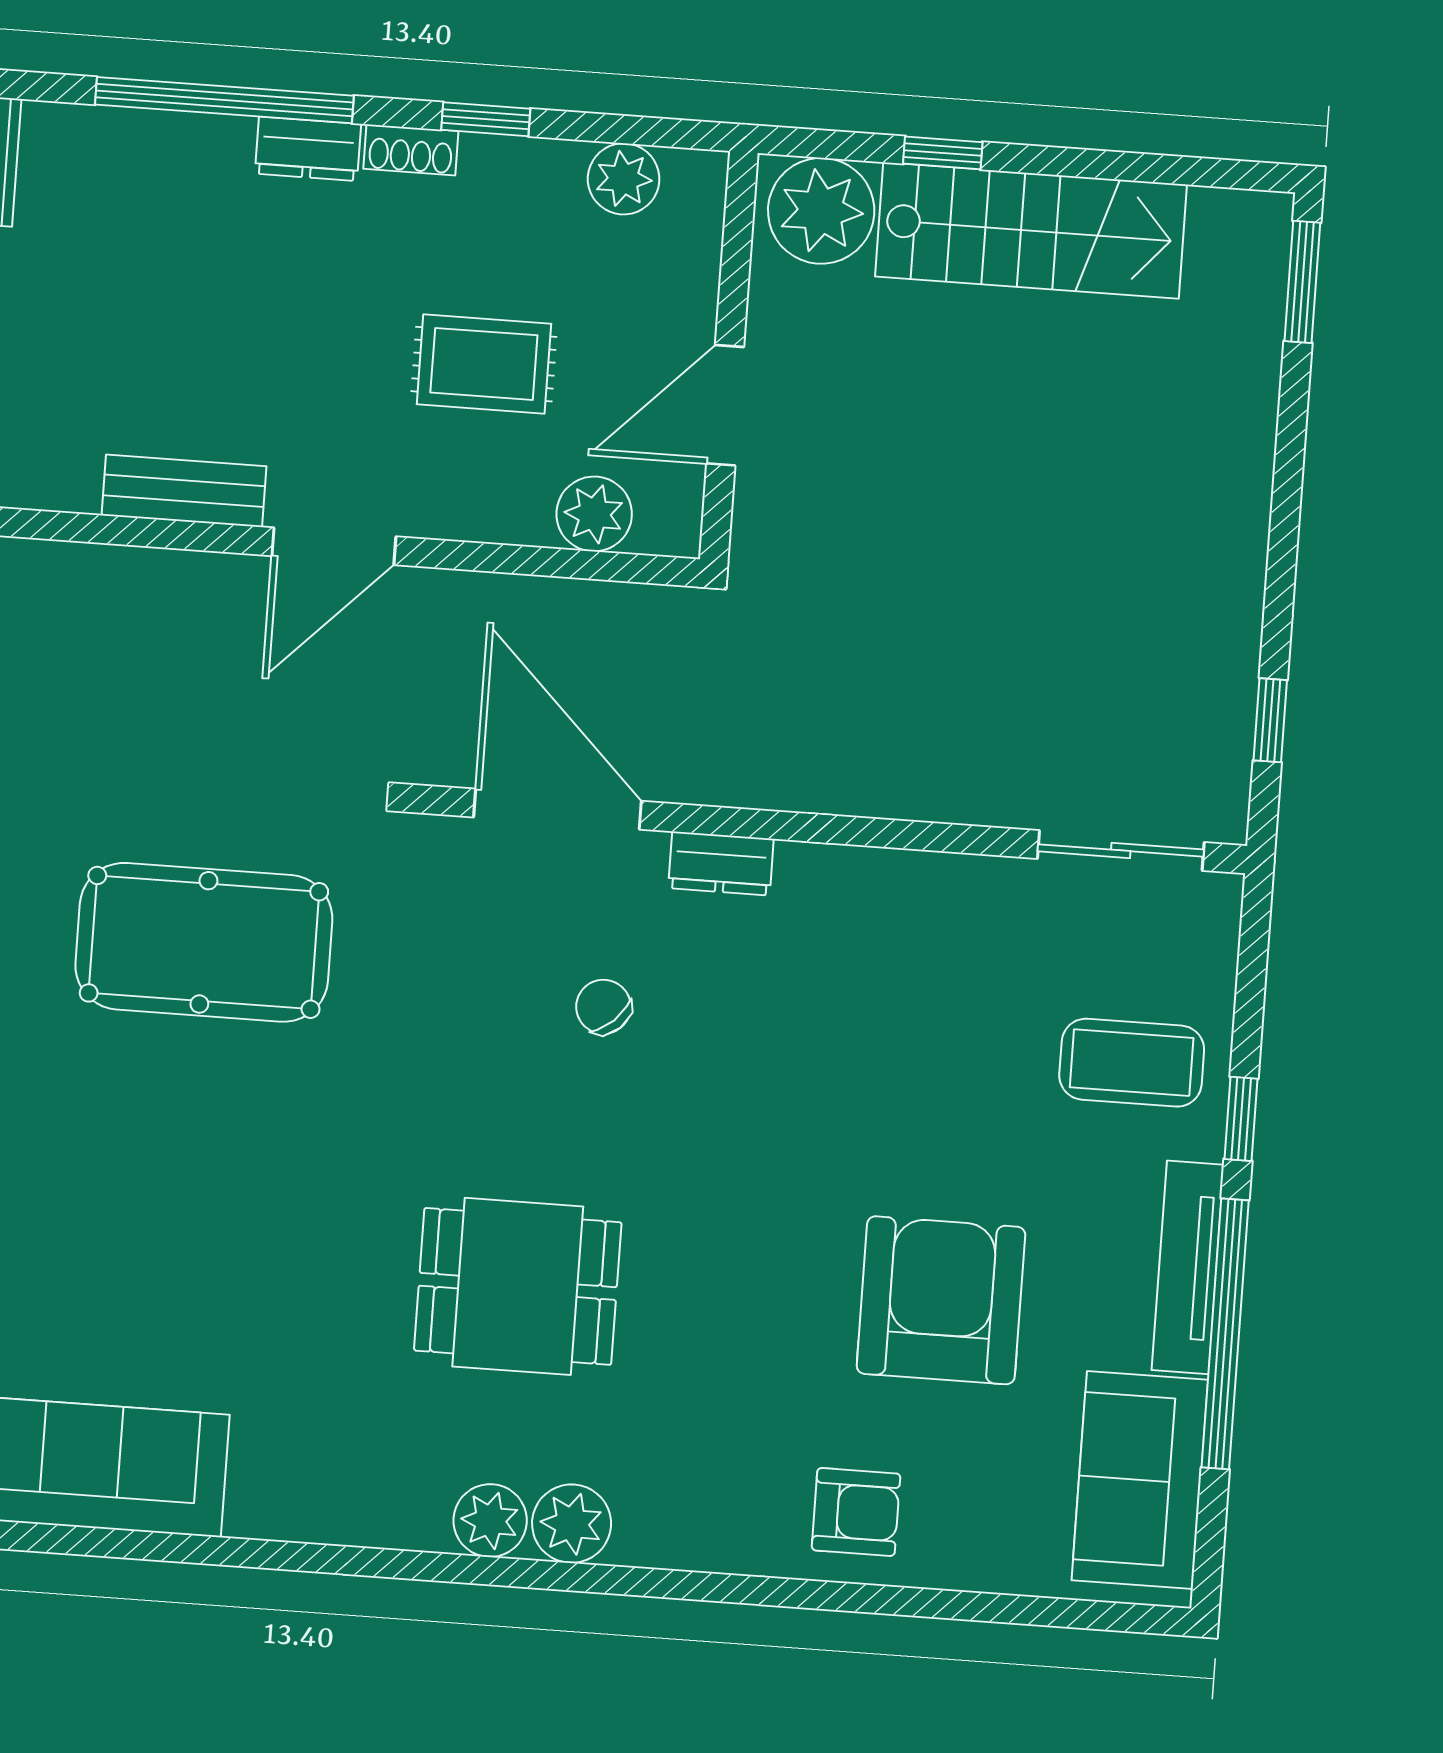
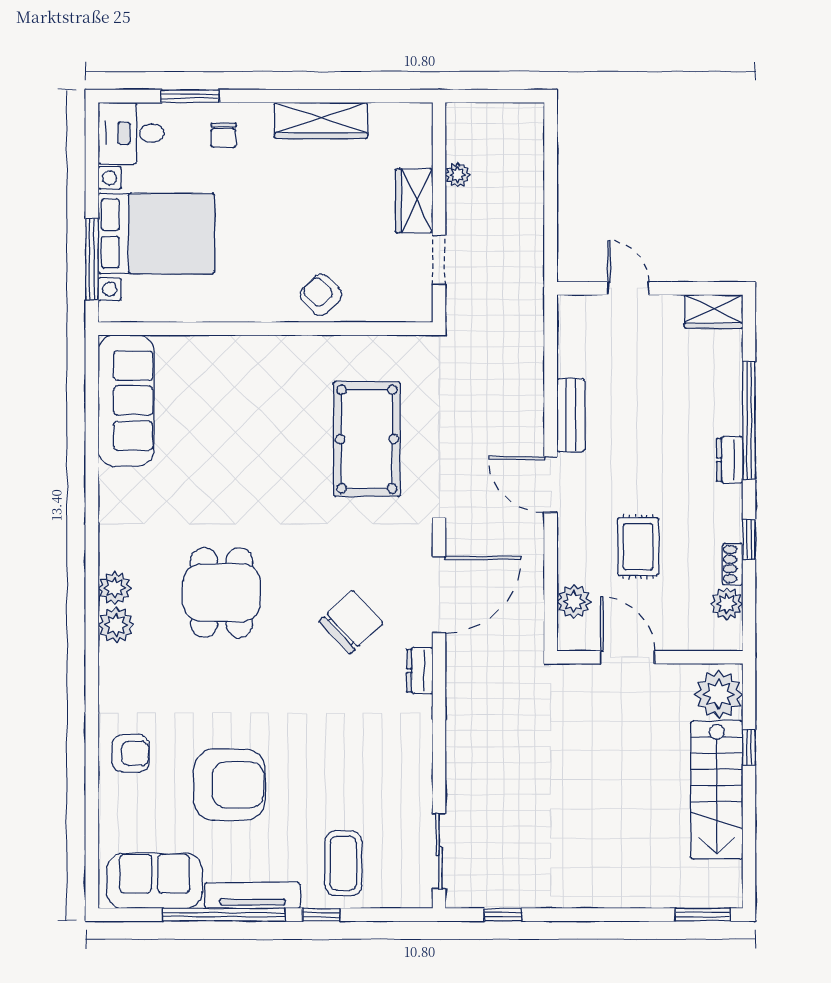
shoe rack: (411, 150) -> (733, 564), moved
chair: (603, 1007) -> (351, 622), width x1.87, depth x1.87
armchair: (856, 1512) -> (131, 753), turned -90

